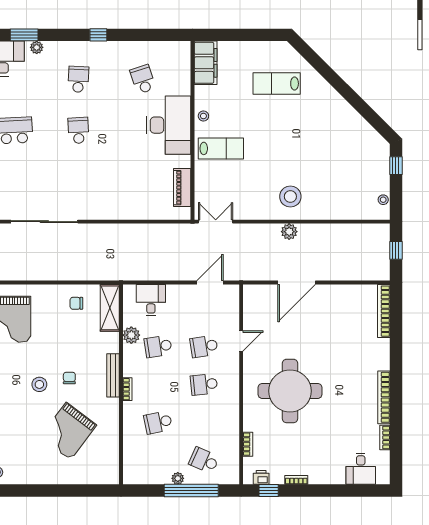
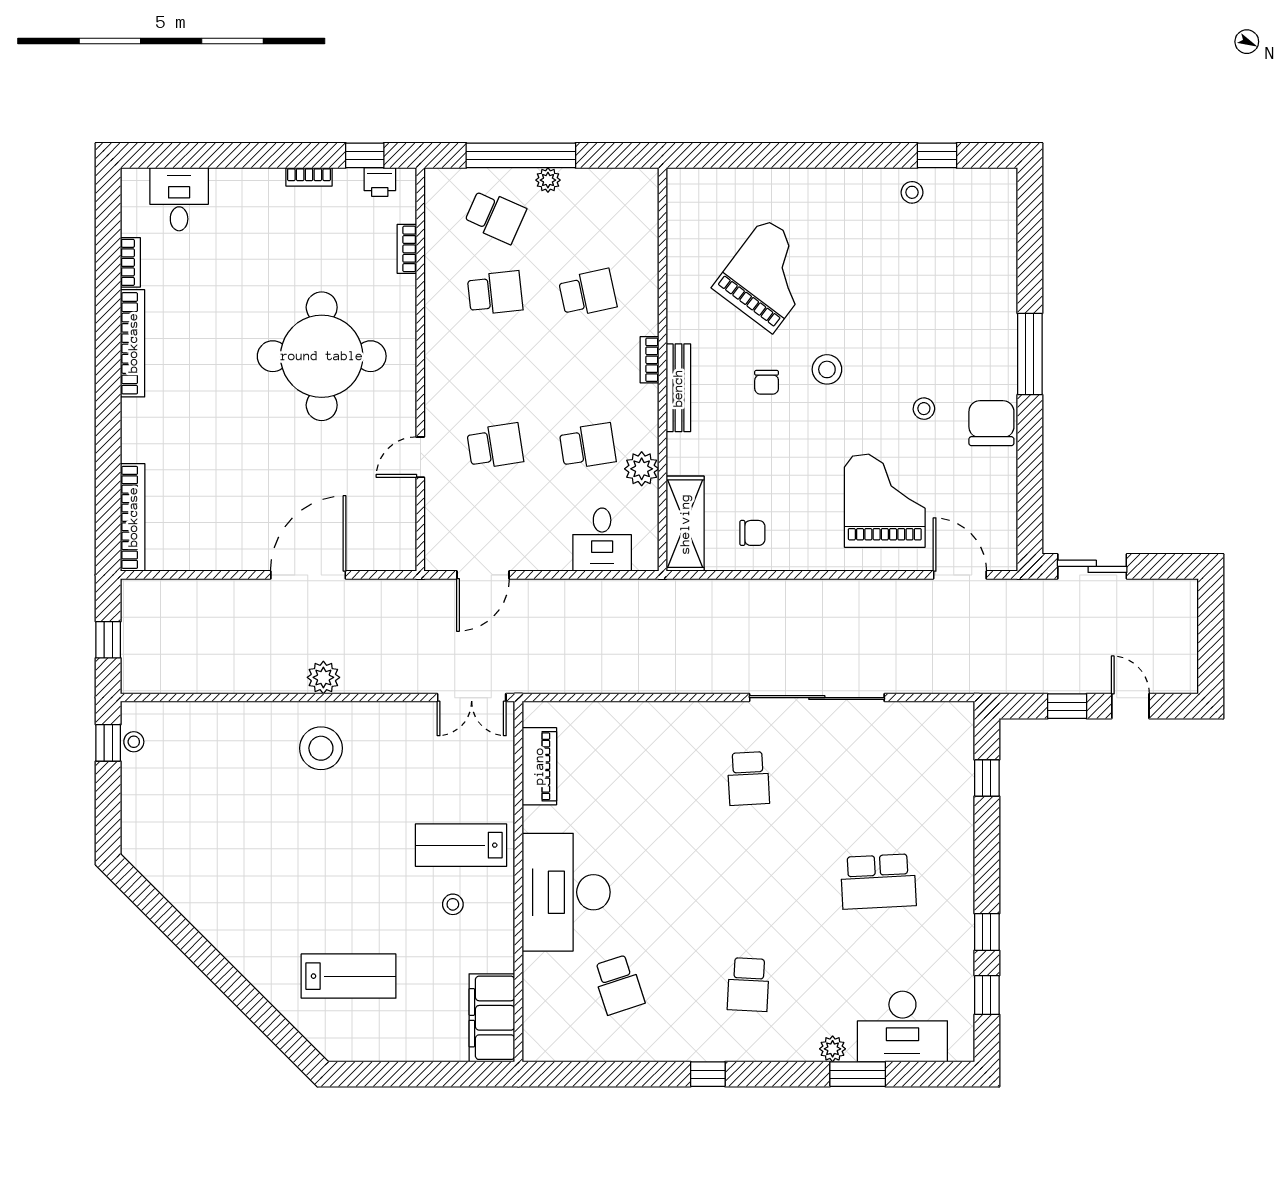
stool: (203, 116) -> (453, 904), moved
school desk: (78, 130) -> (748, 778), moved
window: (396, 166) -> (108, 743), moved
school desk: (204, 384) -> (495, 293), moved

